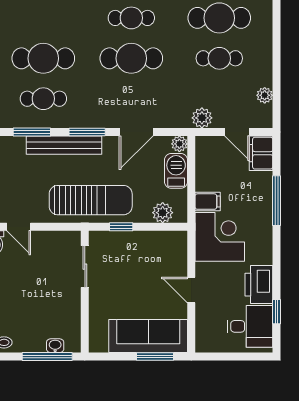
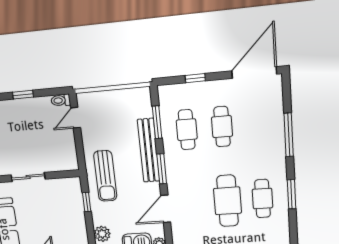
cafe table: (43, 58) -> (222, 127), width x0.73, depth x0.74
door: (136, 132) -> (166, 209), hinge flipped
sun lounger: (91, 200) -> (105, 176), width x0.73, depth x0.75
sliding door: (85, 267) -> (28, 177), moved

